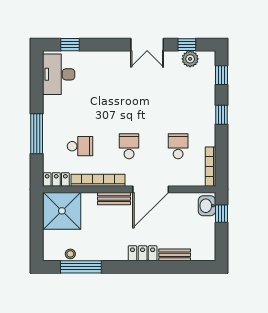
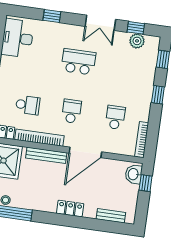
window: (70, 45) -> (52, 16), moved
school desk: (129, 91) -> (78, 62), added
bench: (114, 199) -> (46, 155), width x1.36
bench: (175, 255) -> (111, 216), moved

